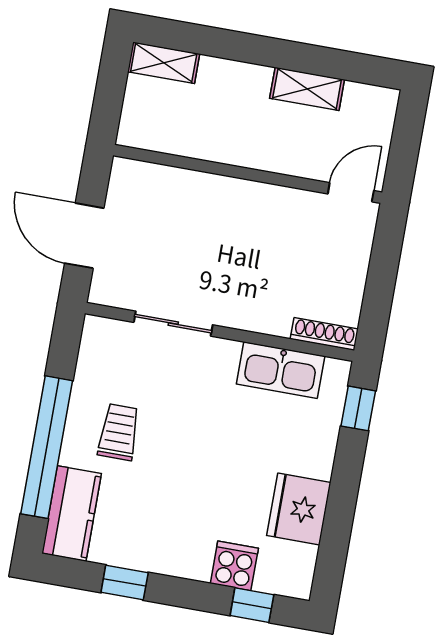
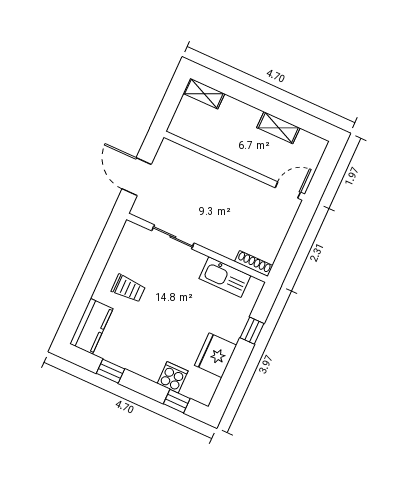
window: (358, 408) -> (252, 331), moved
trolley: (119, 432) -> (128, 288), turned 90
window: (47, 447) -> (87, 287), removed

